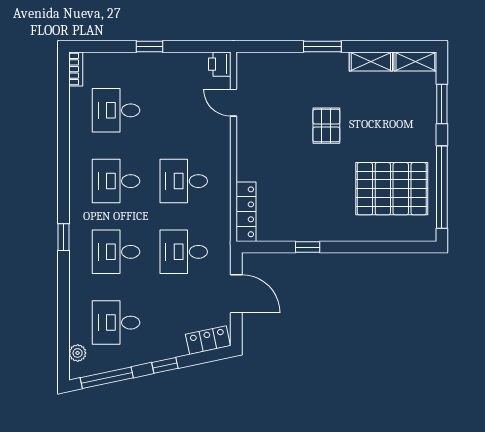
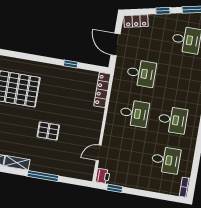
window: (150, 47) -> (115, 188), moved
window: (322, 47) -> (43, 176), width x1.44
door: (233, 103) -> (99, 153), swing flipped
pallet: (326, 126) -> (48, 131), turned 90
desk: (116, 252) -> (180, 80), removed

